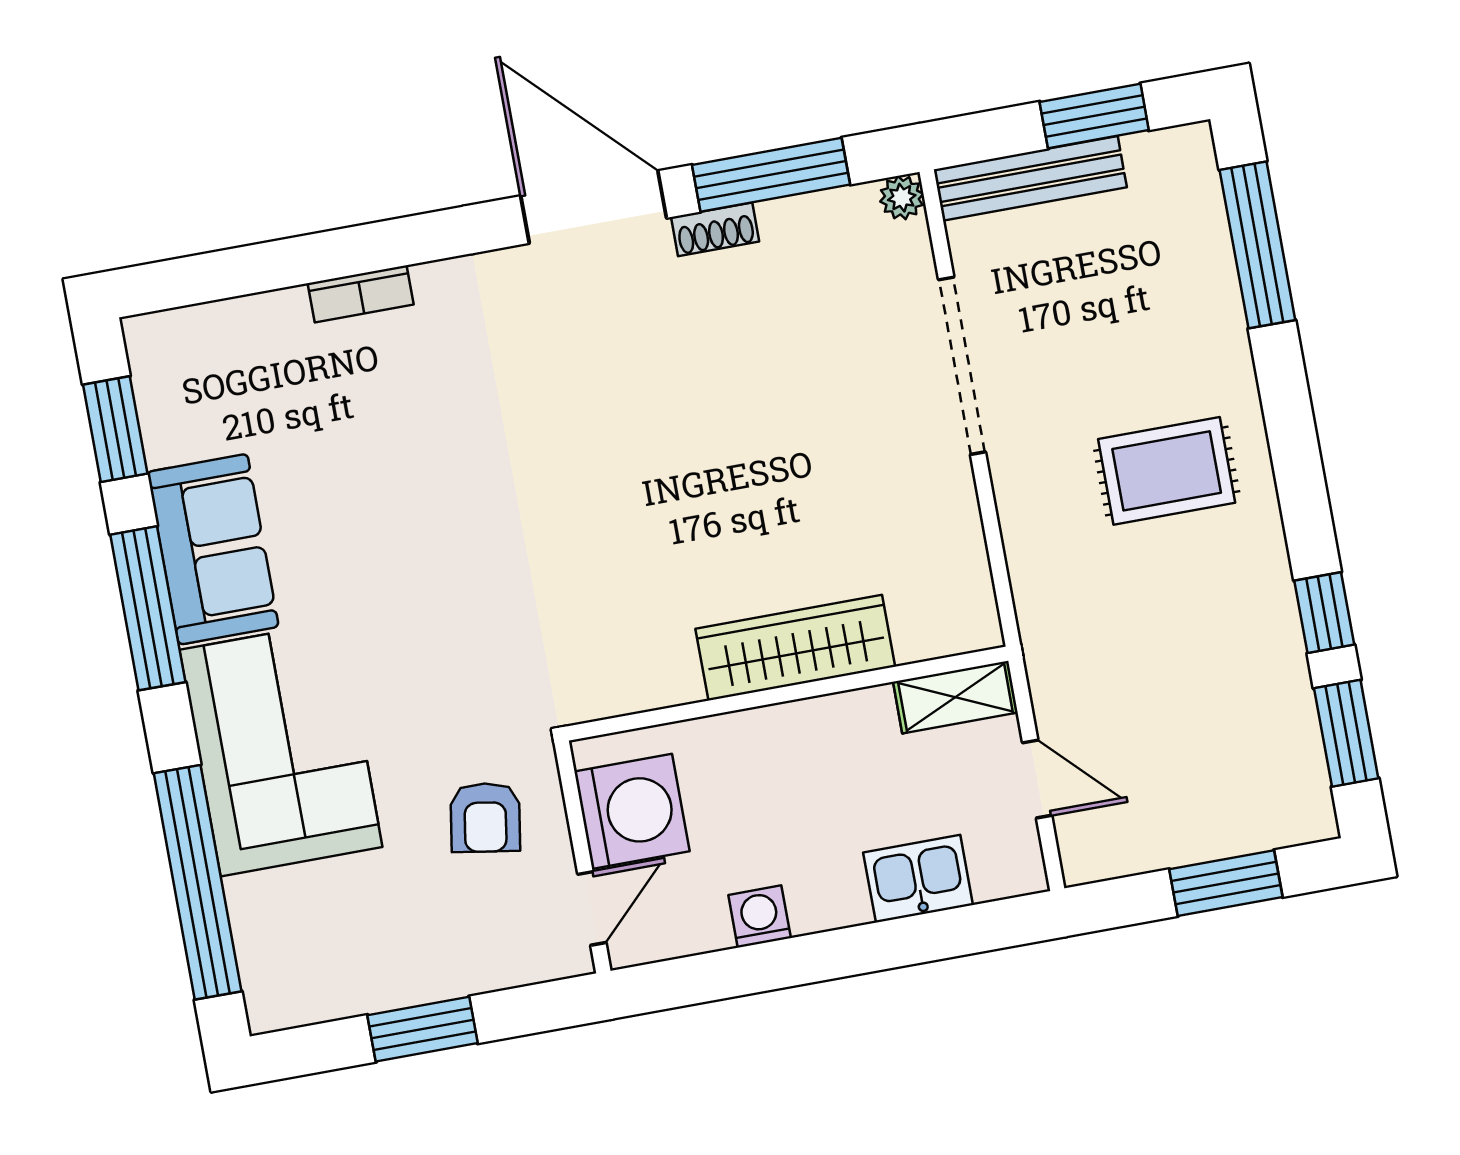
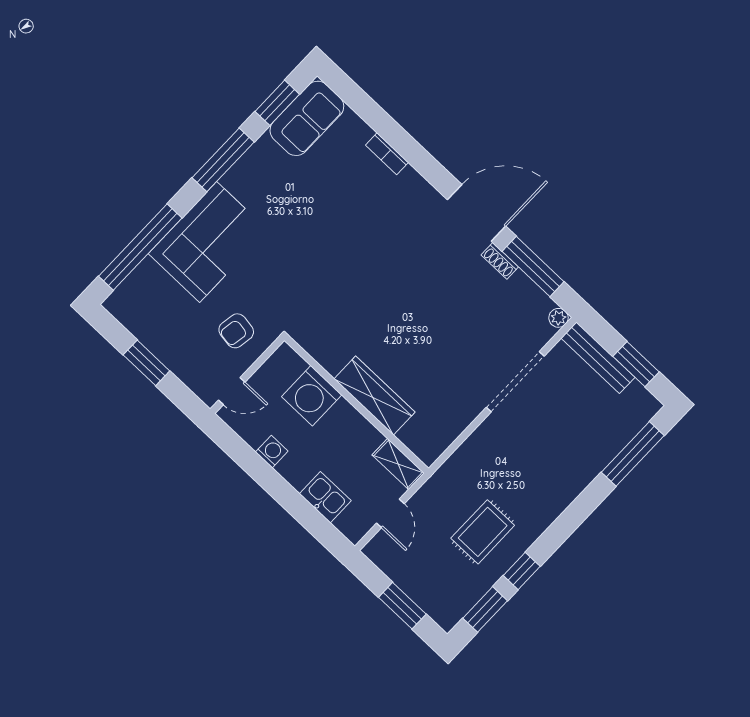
door: (594, 207) -> (477, 213), hinge flipped
rug: (1167, 471) -> (483, 532), moved, turned 90
sofa: (213, 549) -> (307, 118), moved
washing machine: (632, 811) -> (312, 396), moved, turned 90

